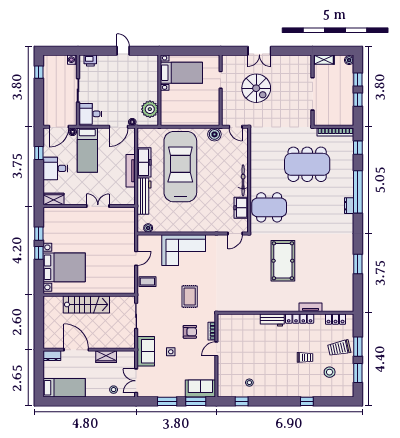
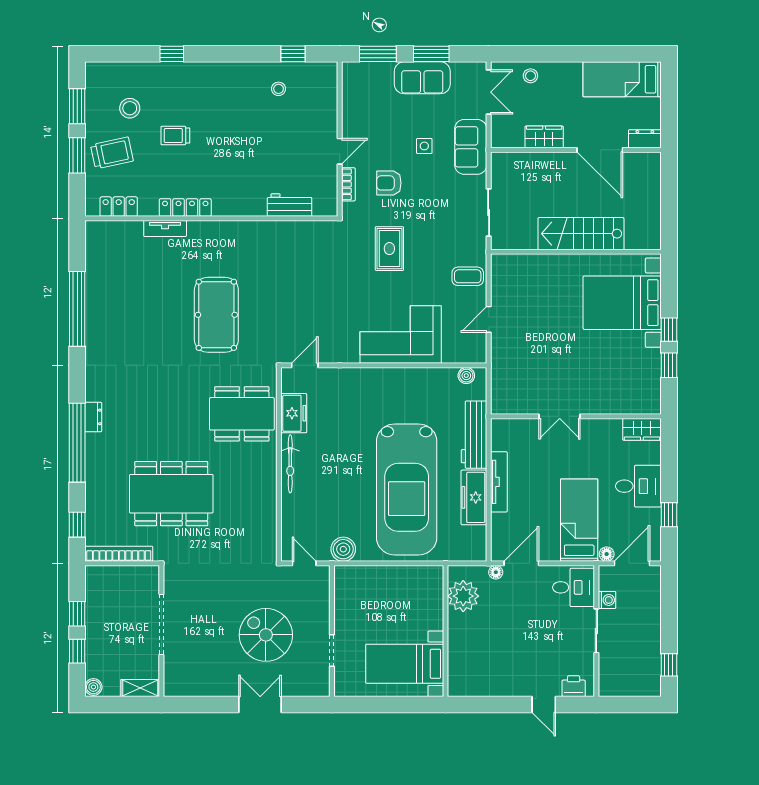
door: (123, 51) -> (544, 704), moved
washing machine: (72, 60) -> (607, 600), moved
window: (358, 264) -> (77, 309), width x2.11
workbench: (272, 320) -> (290, 205), moved
sofa: (200, 389) -> (422, 78), moved

